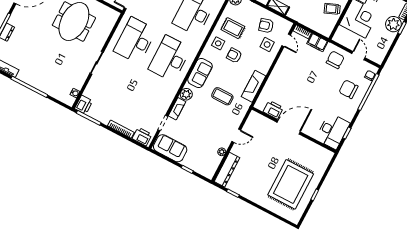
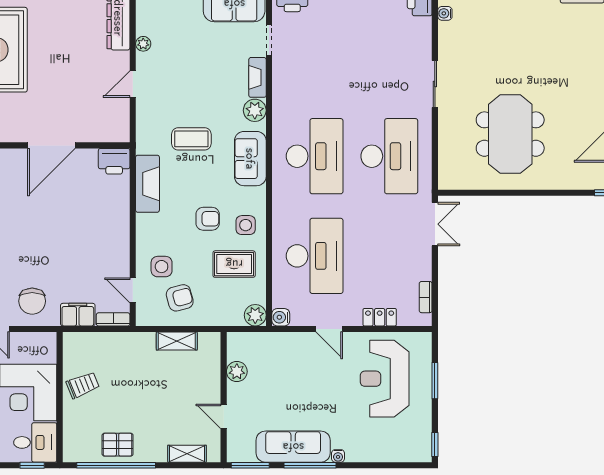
printer: (273, 110) -> (114, 161), moved

